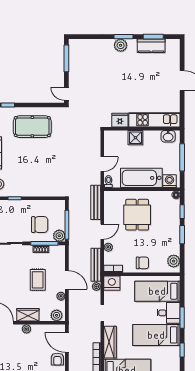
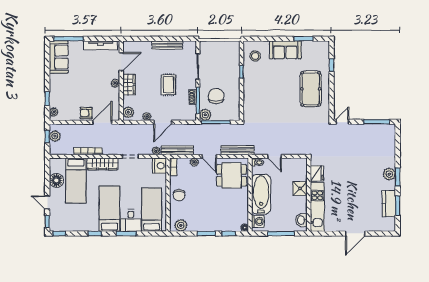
dining table: (137, 215) -> (231, 175), moved
chair: (40, 225) -> (216, 96), turned 180
rug: (38, 280) -> (168, 85), moved, turned 90

